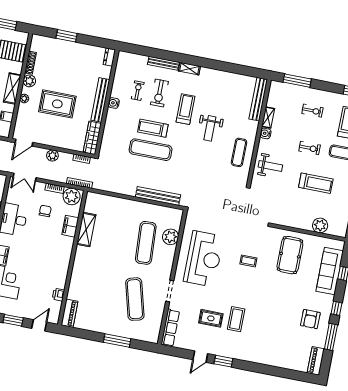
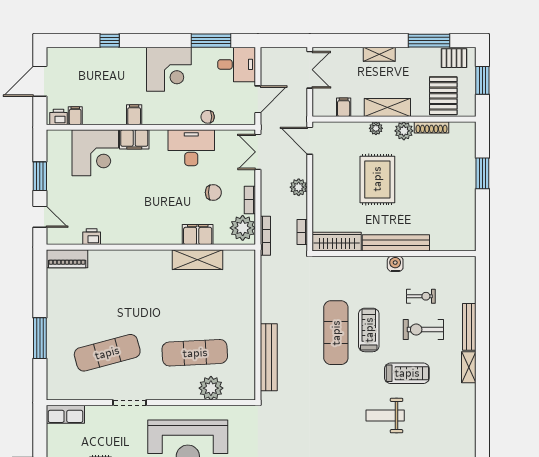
dresser: (109, 57) -> (463, 244), removed
row of seats: (170, 328) -> (65, 414), width x0.68

